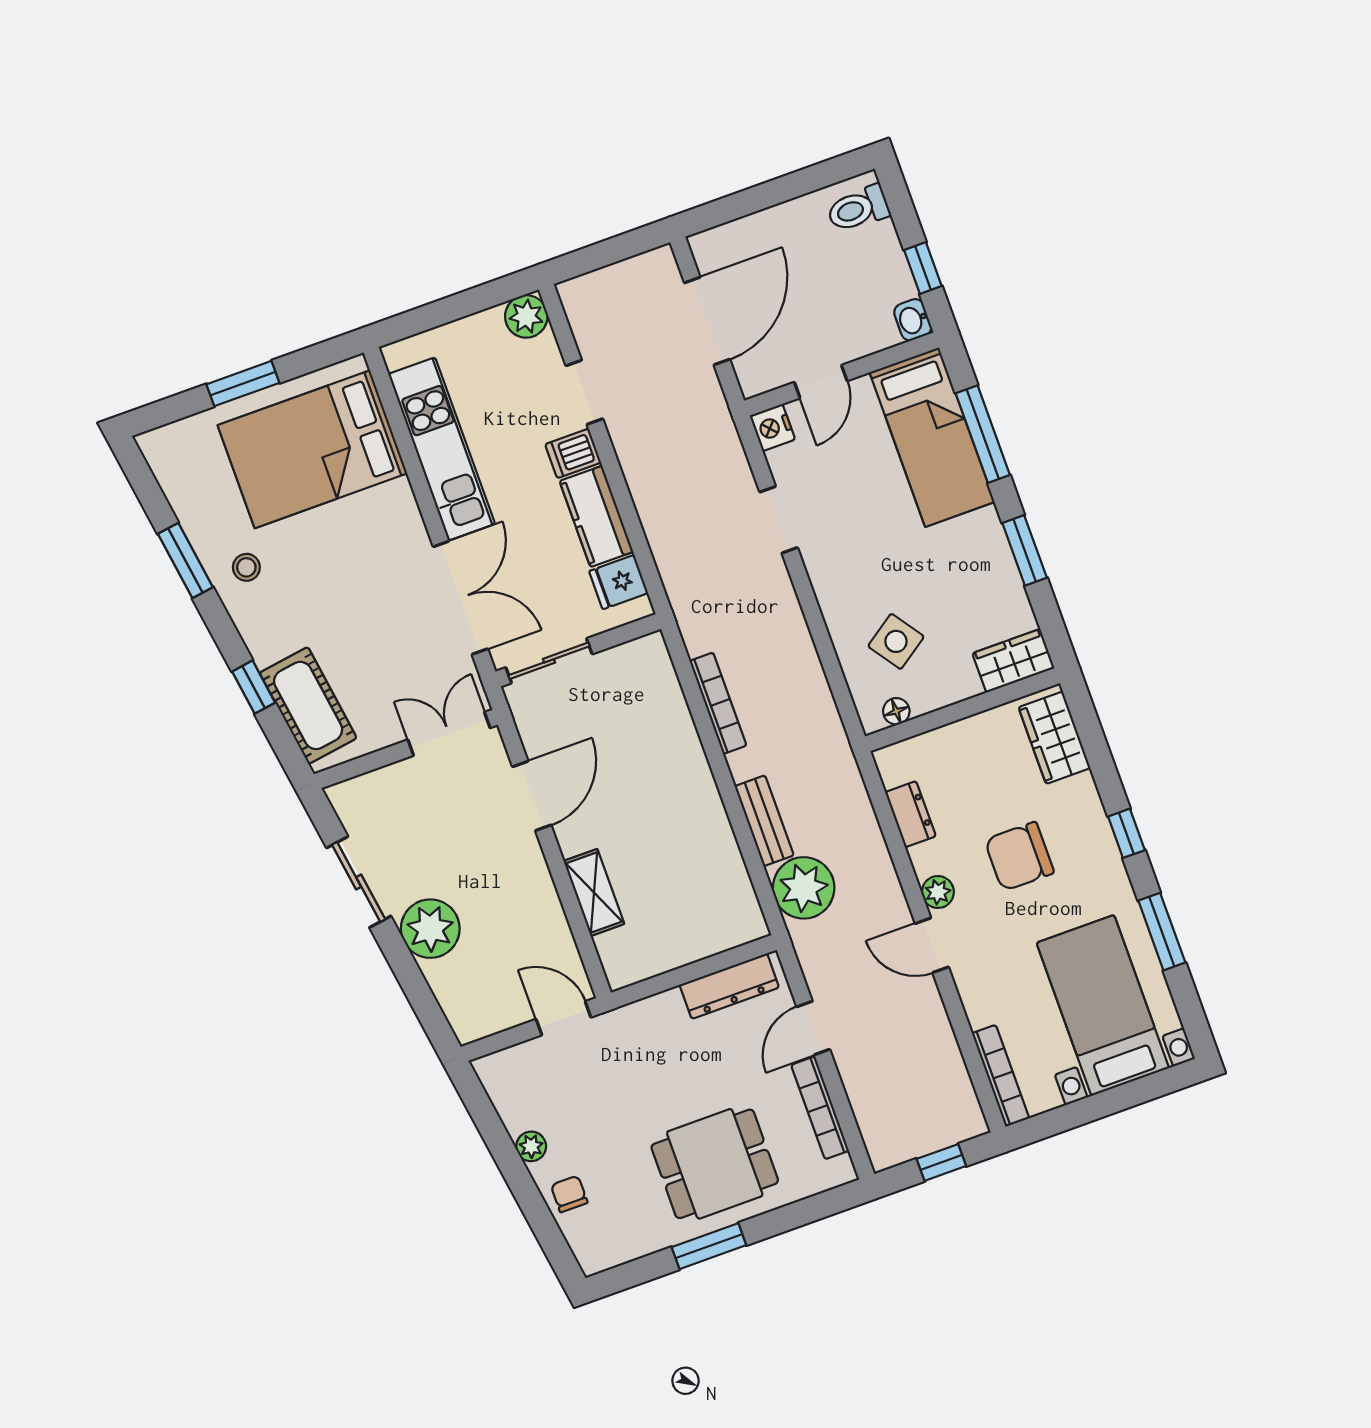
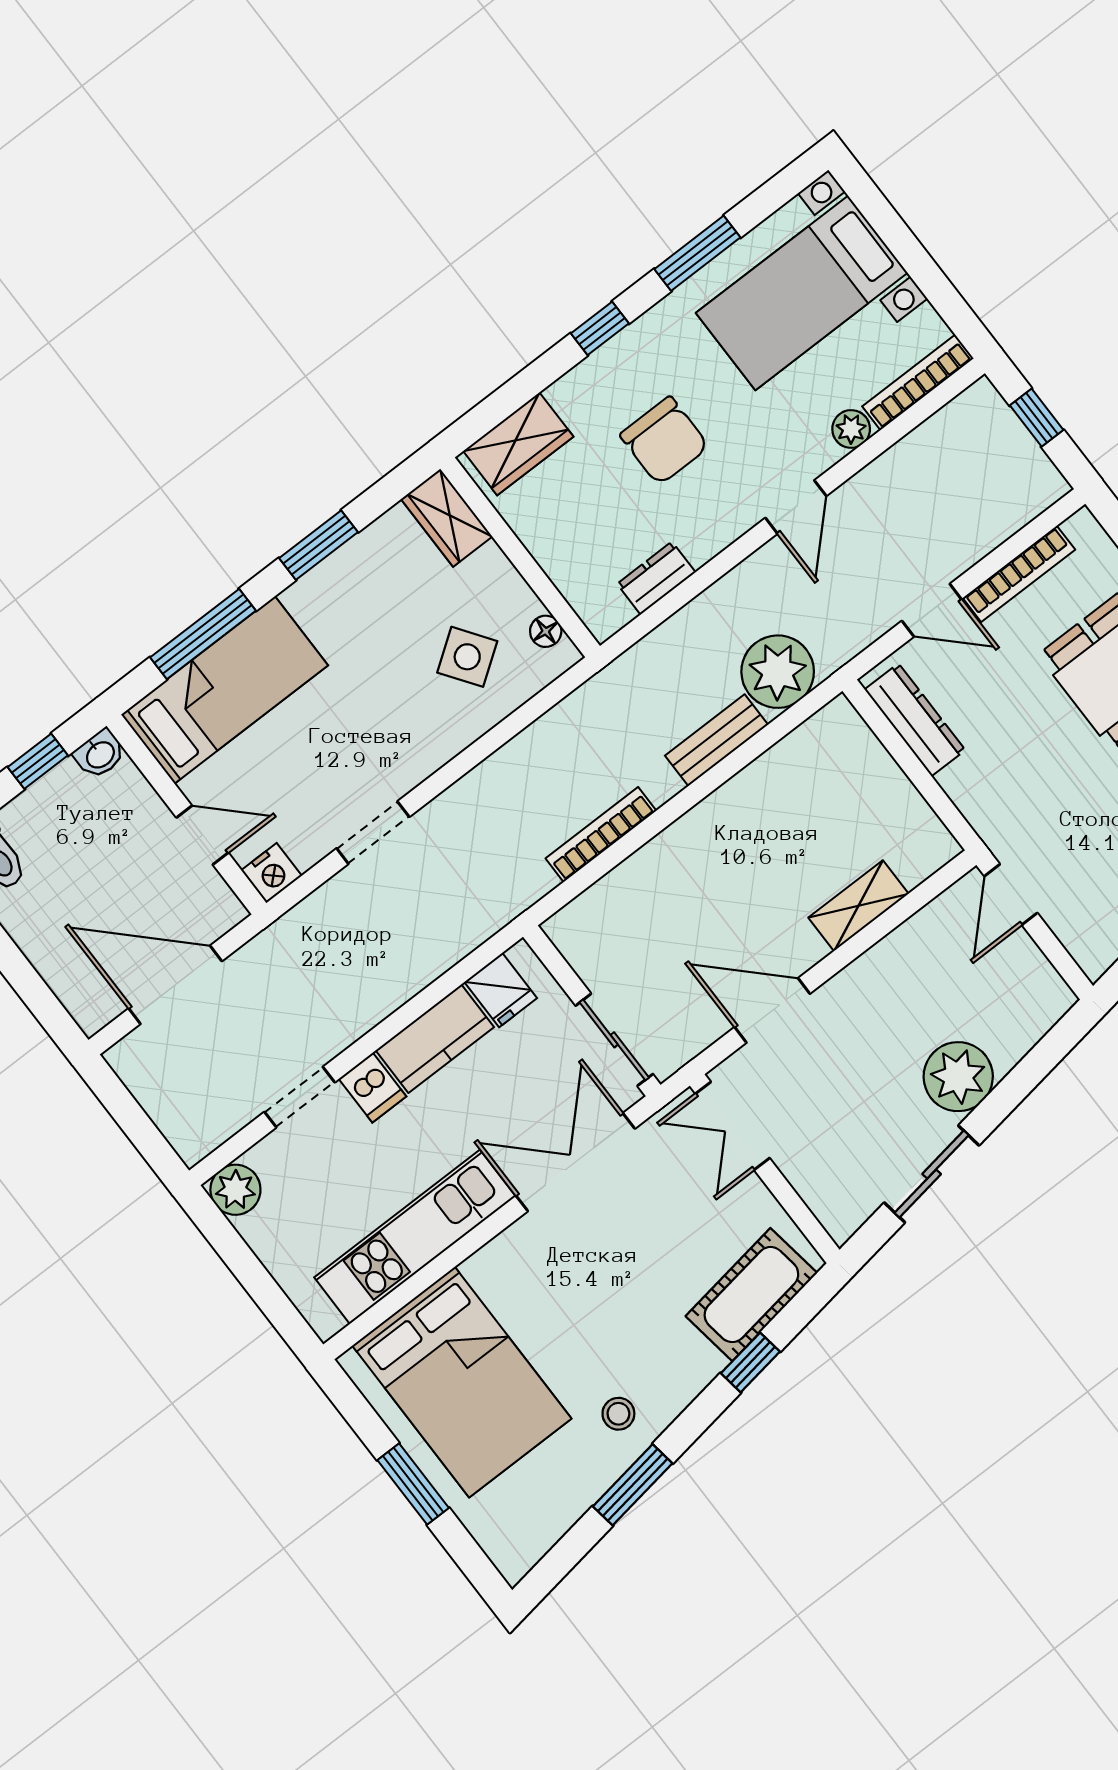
plant: (938, 892) -> (851, 429), moved

